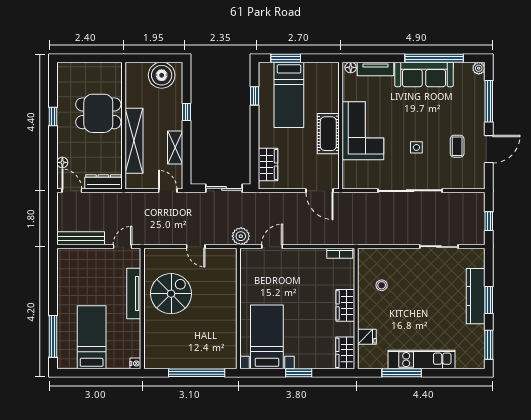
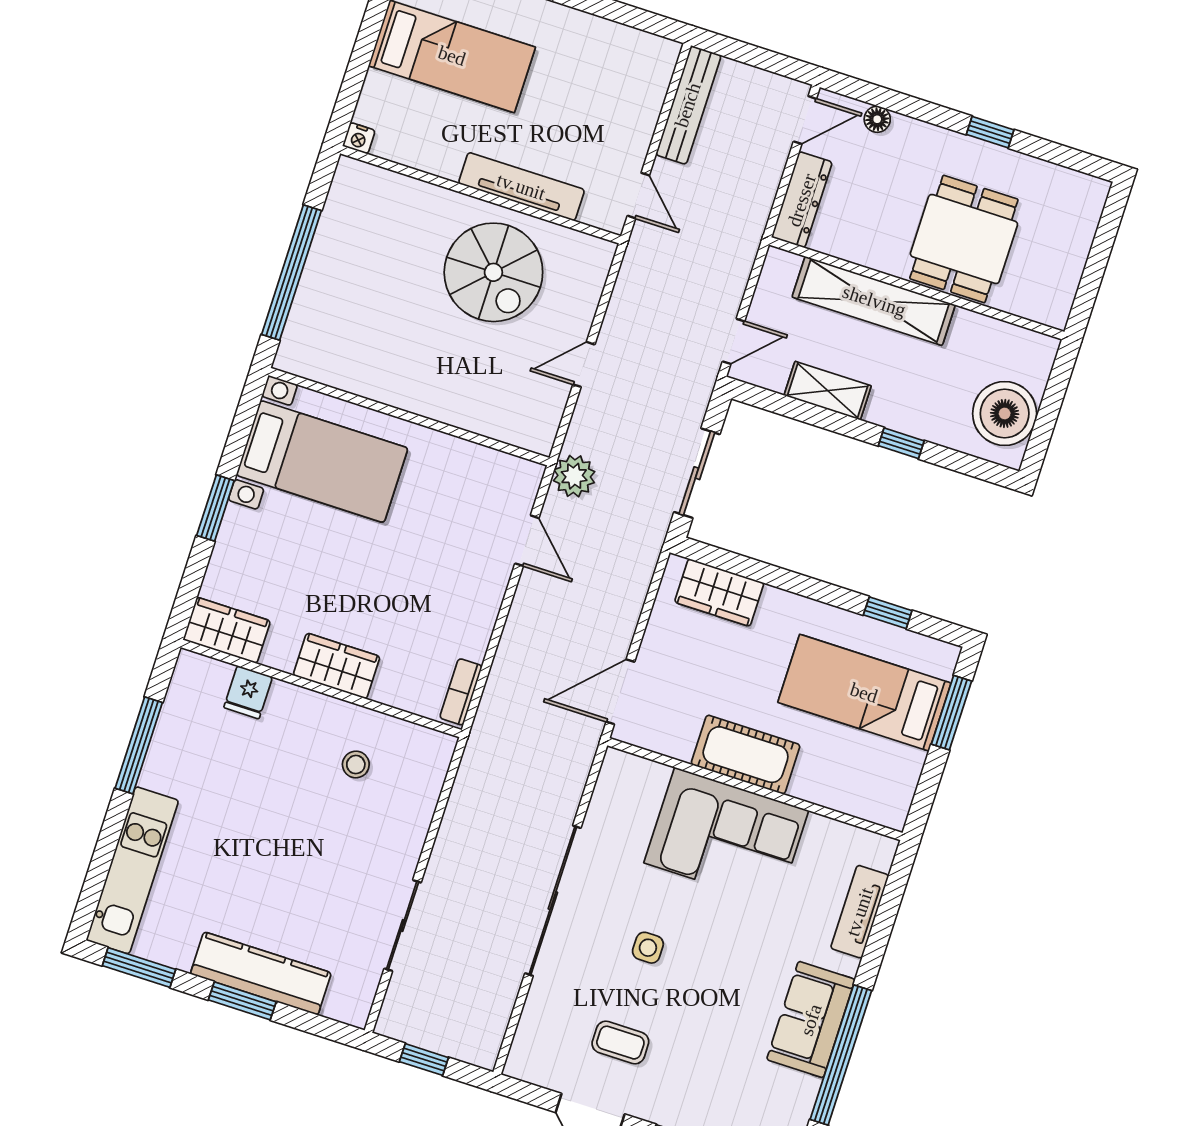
floor lamp: (351, 67) -> (881, 855), removed
sofa: (424, 74) -> (811, 1020), width x0.73
kitchen unit: (421, 360) -> (132, 870), moved

